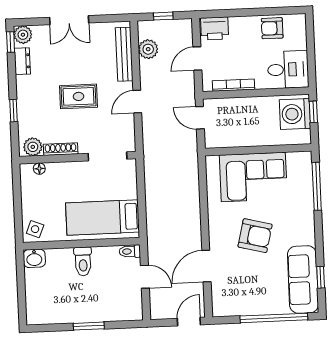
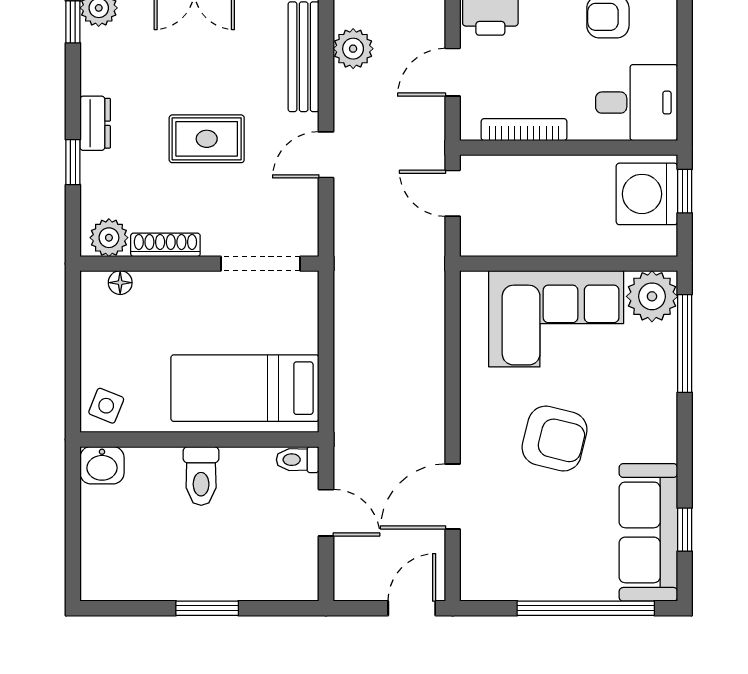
dresser: (22, 61) -> (95, 123), moved
plant: (300, 164) -> (652, 296), added

